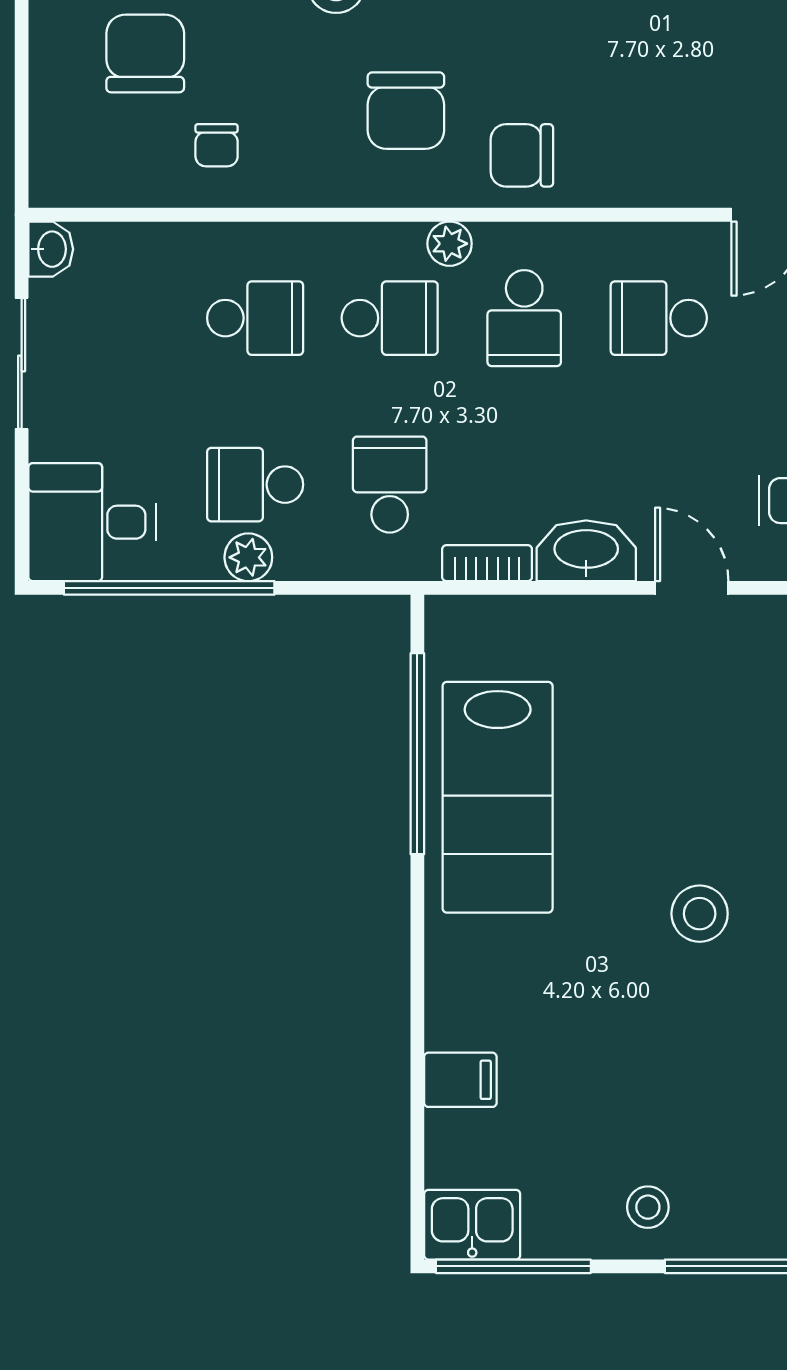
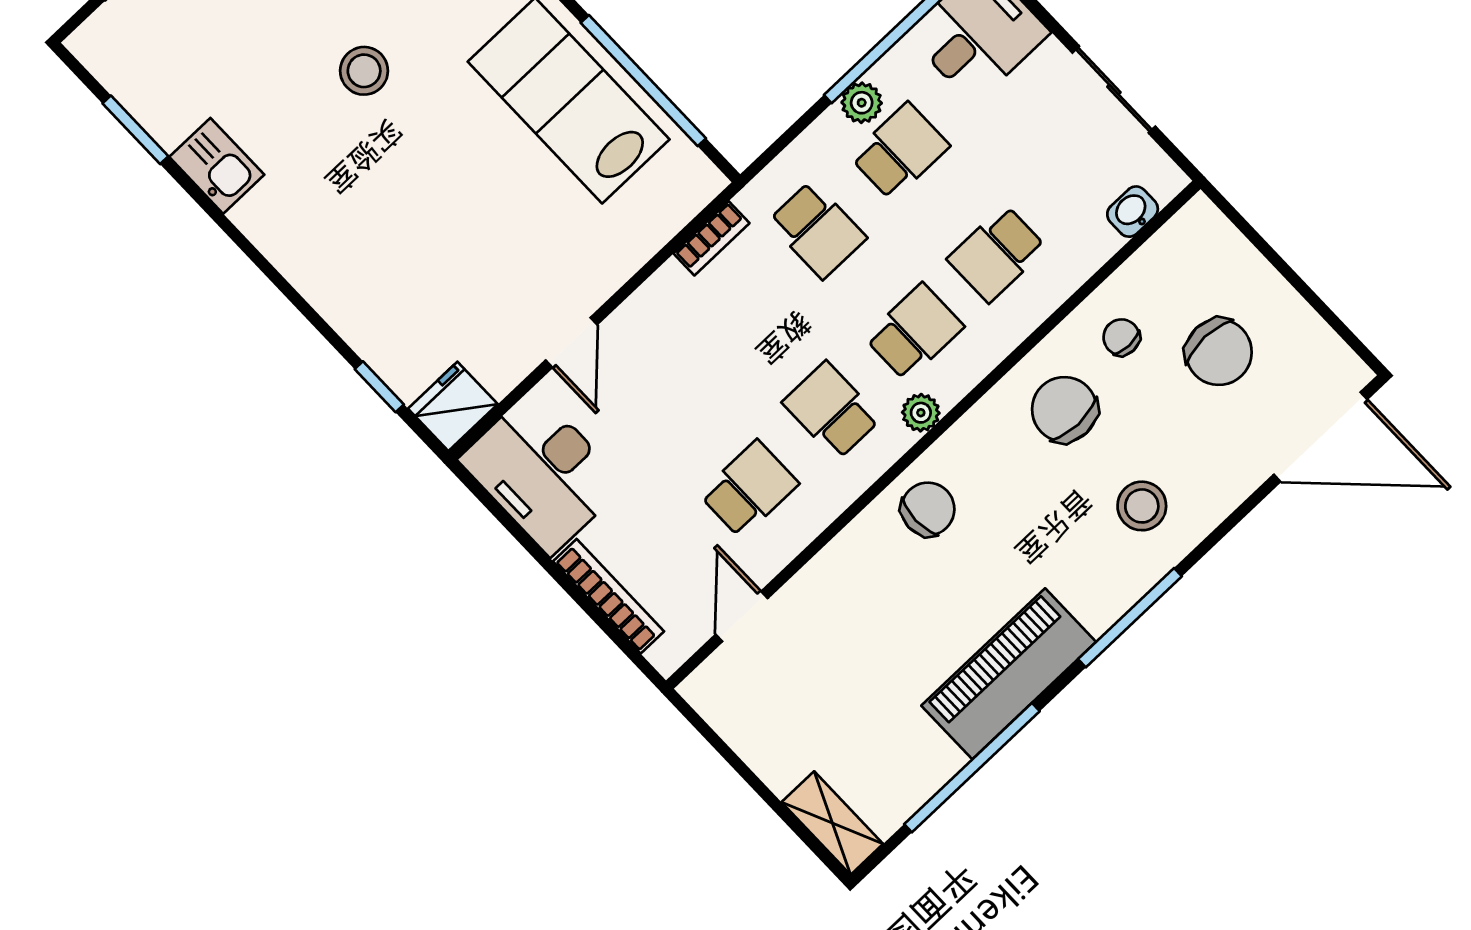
chair: (406, 111) -> (1064, 409), moved
washbasin: (51, 249) -> (1133, 212), moved, turned 90
school desk: (390, 318) -> (914, 332), turned 180
washbasin: (586, 551) -> (658, 304), removed
door: (692, 588) -> (571, 342), hinge flipped
stool: (700, 914) -> (364, 71), moved

